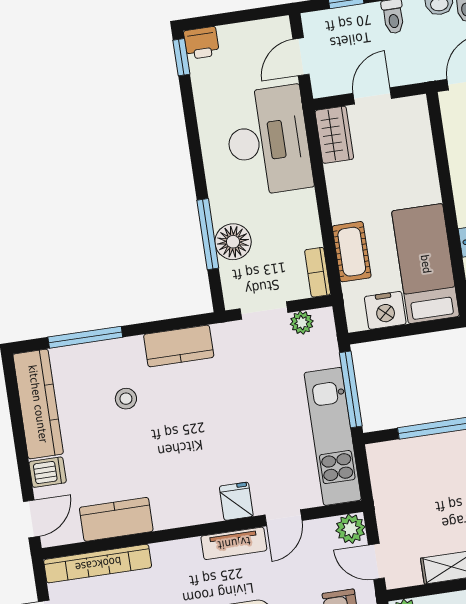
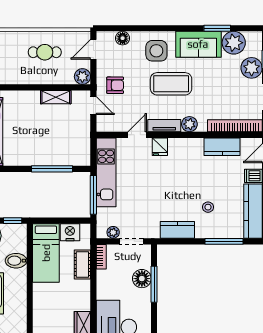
plant: (351, 529) -> (189, 124), moved

